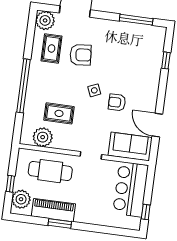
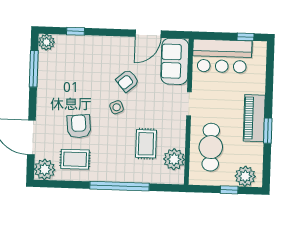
plant: (159, 33) -> (46, 42), added
armchair: (117, 102) -> (127, 81), turned 50
piano: (53, 210) -> (254, 118), moved

